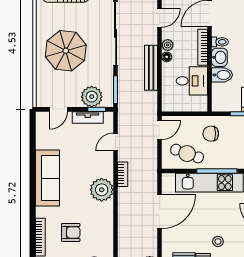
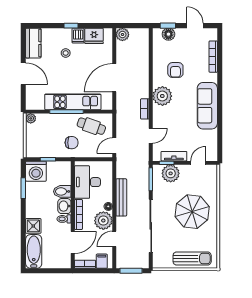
plant: (168, 45) -> (103, 221), width x1.88, depth x1.88
desk: (192, 81) -> (87, 182), width x1.37
armchair: (71, 232) -> (175, 70), moved, turned -90

